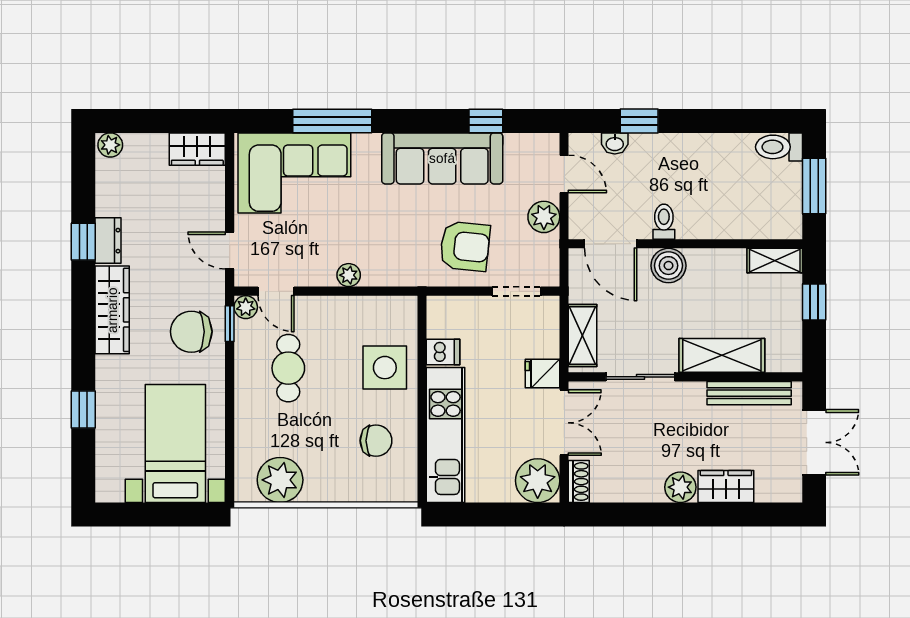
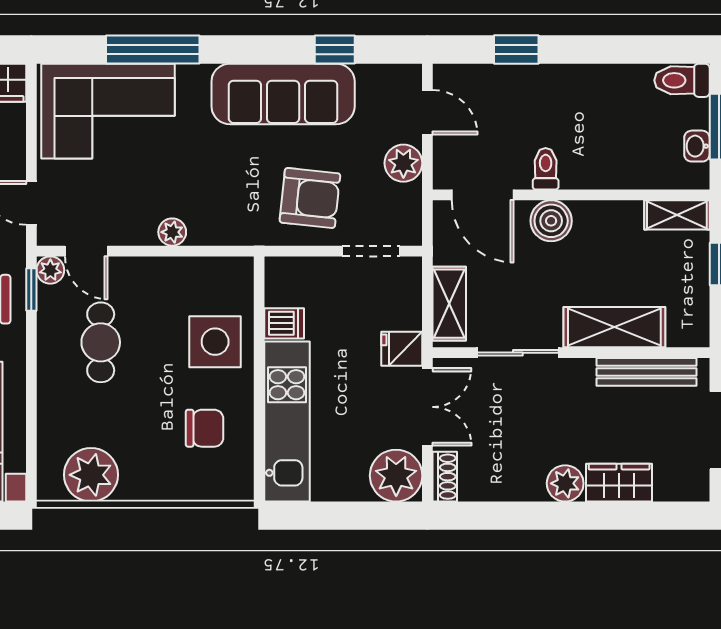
washbasin: (615, 143) -> (697, 146), moved, turned 90

